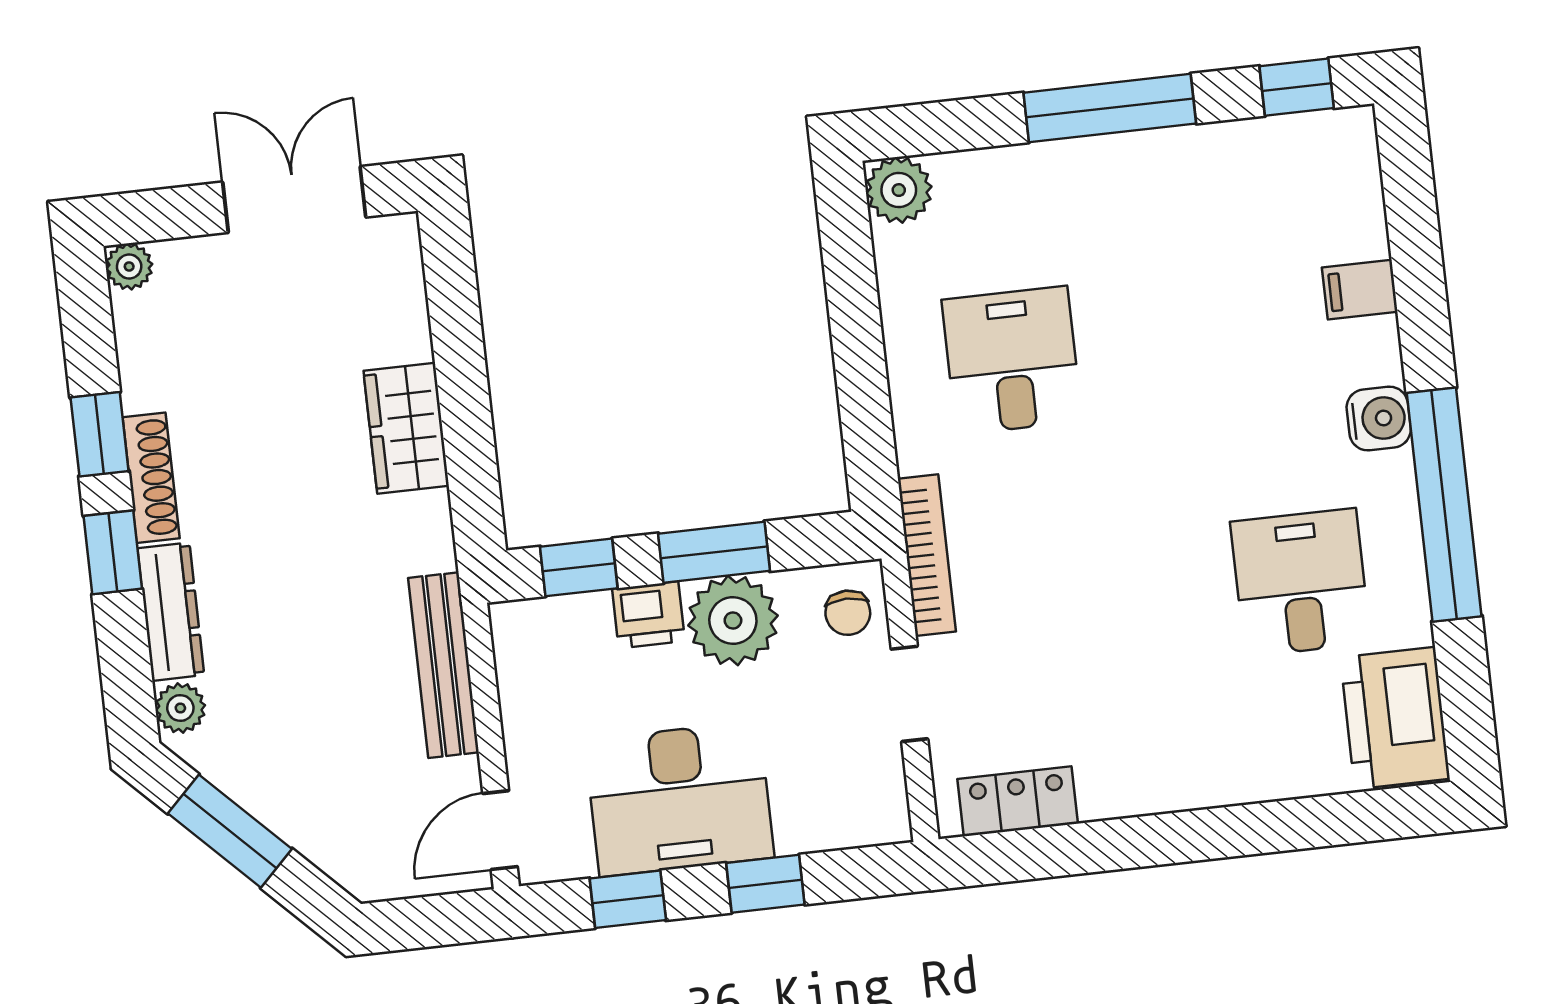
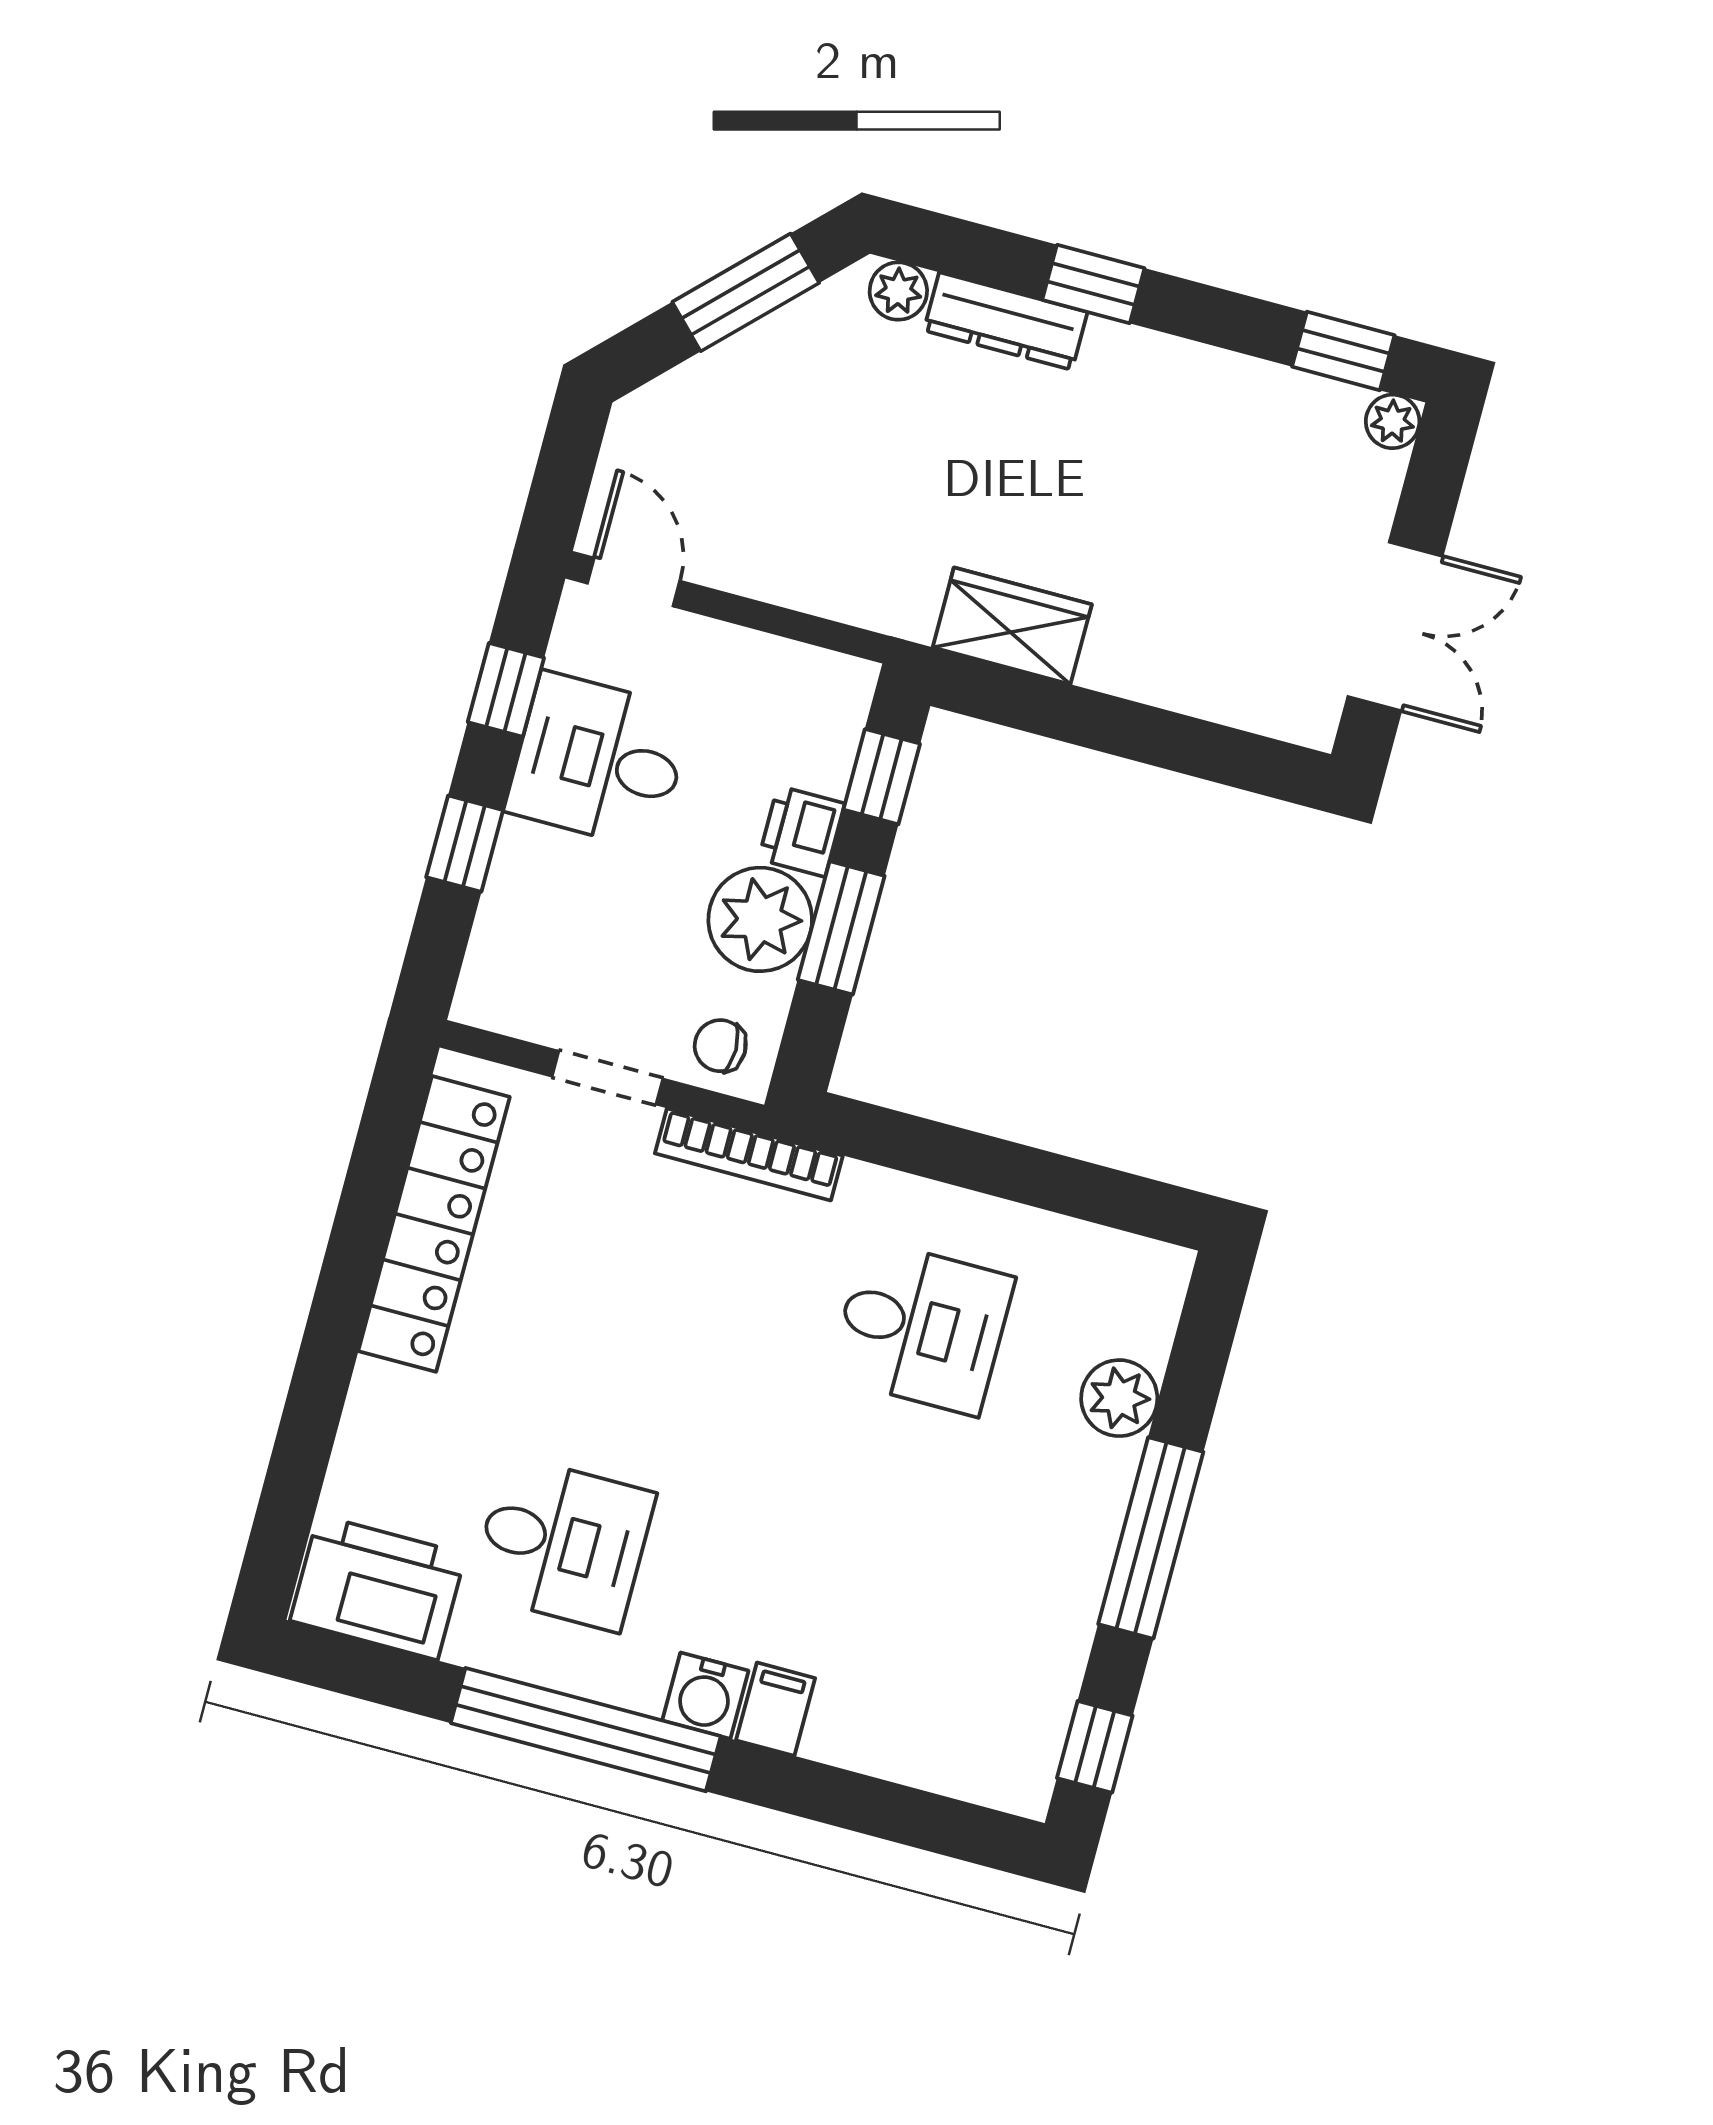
plant: (899, 190) -> (1119, 1398), moved
filing cabinet: (1360, 290) -> (776, 1709), moved
wardrobe: (406, 428) -> (1012, 626), moved
window: (100, 434) -> (1343, 351), moved
shoe rack: (151, 478) -> (1157, 356), removed
bench: (443, 665) -> (834, 591), removed
desk: (679, 799) -> (599, 761), width x0.73
locker: (1018, 801) -> (434, 1224), width x2.16, depth x1.21

